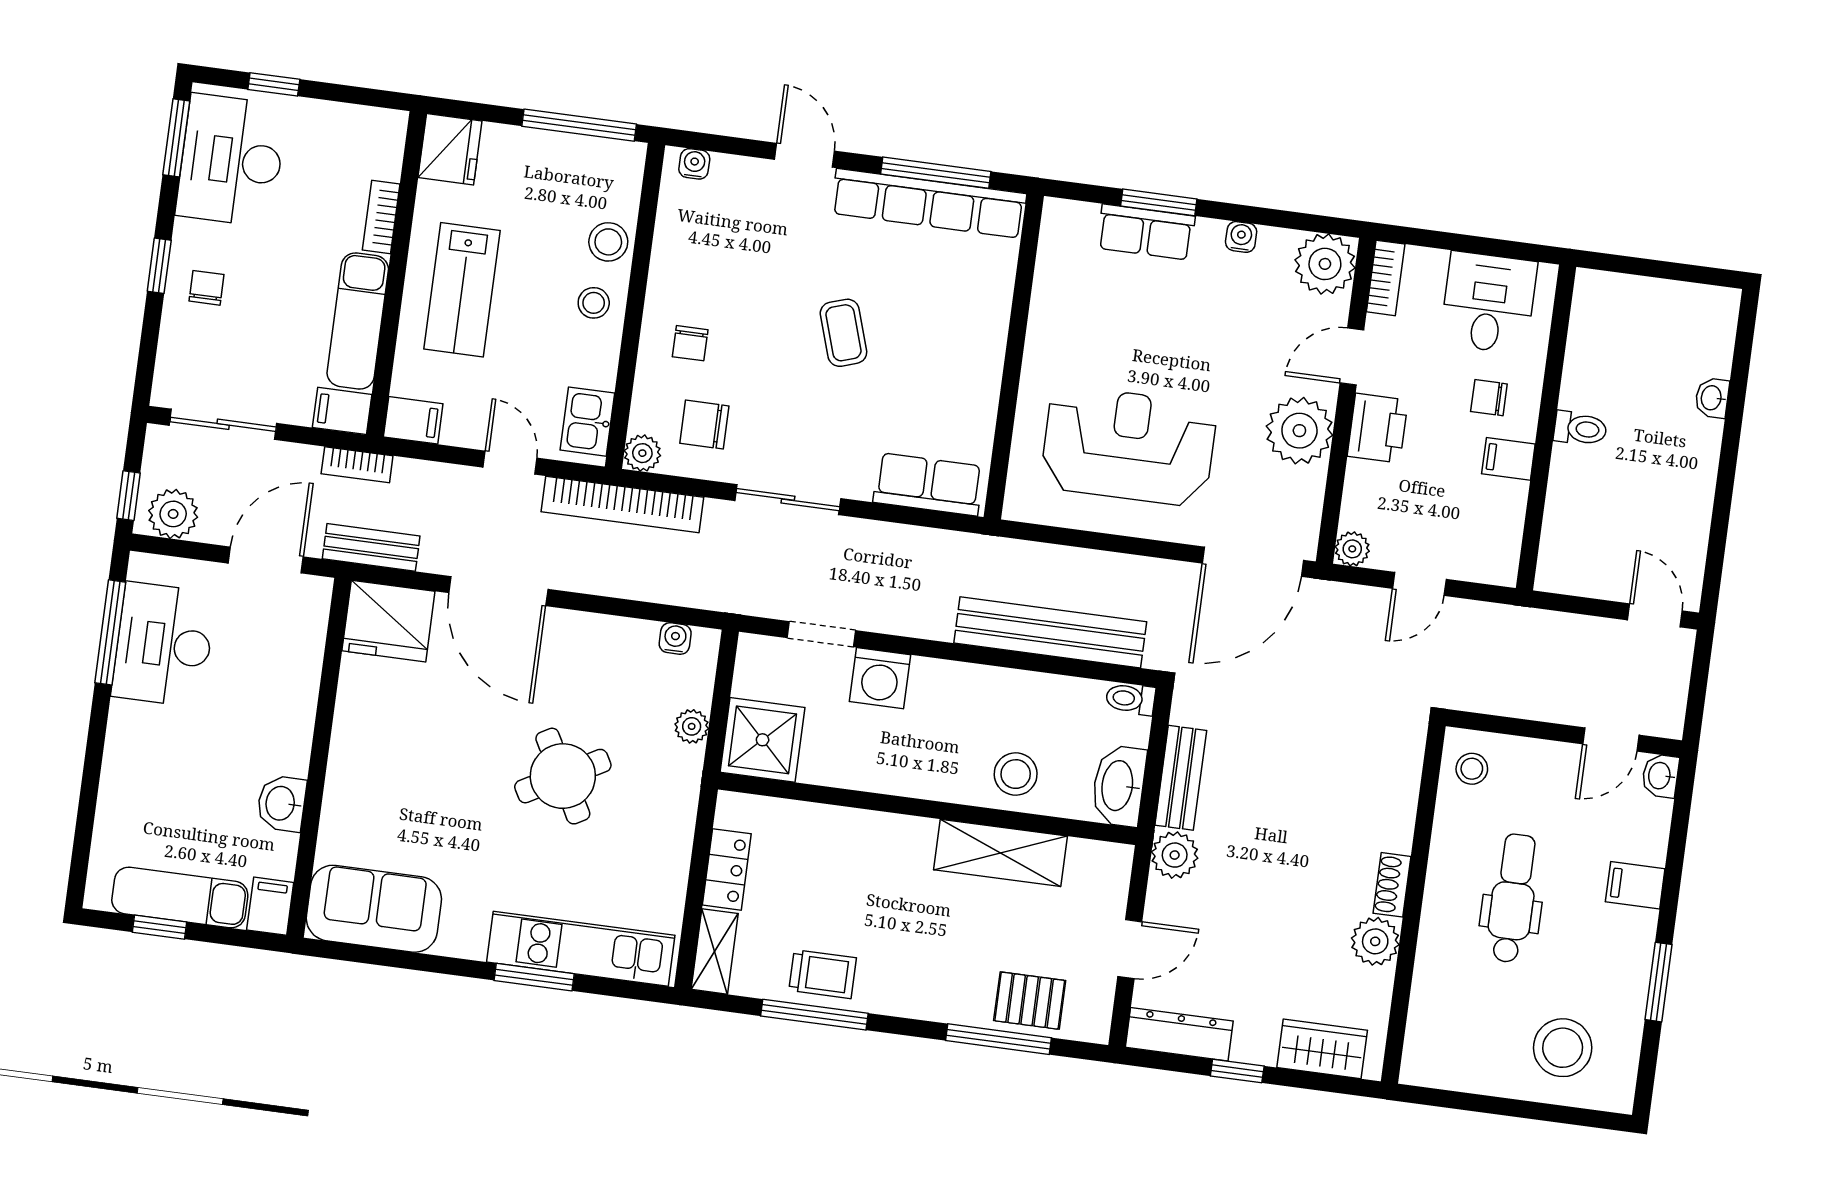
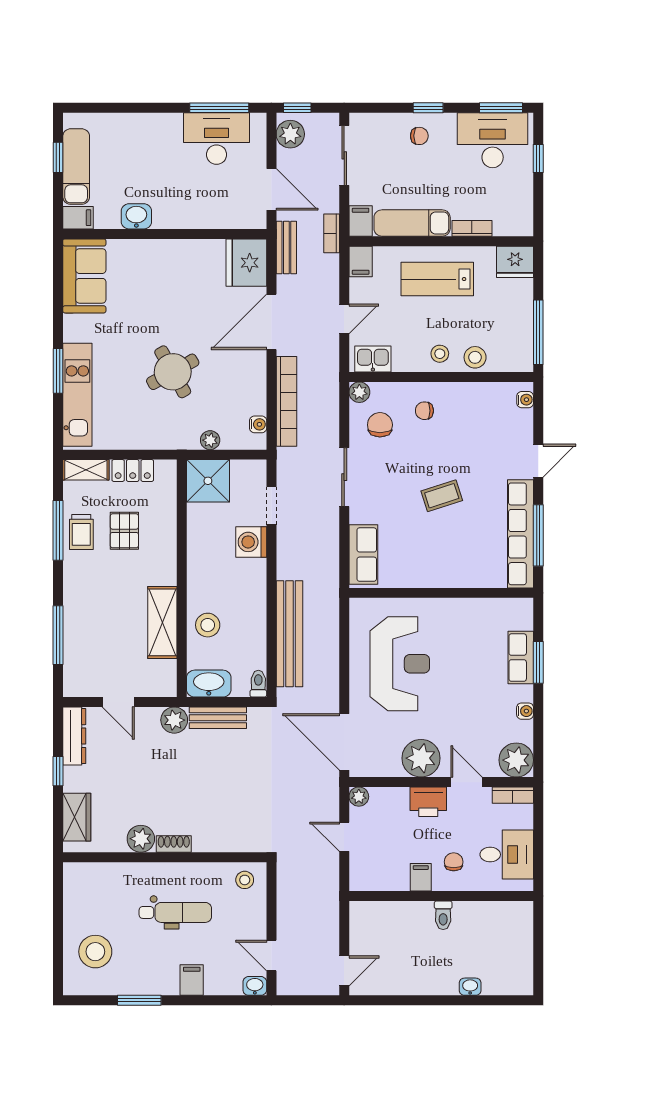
bookcase: (622, 504) -> (286, 401), moved, turned 180
pallet: (1030, 1001) -> (124, 531), moved

